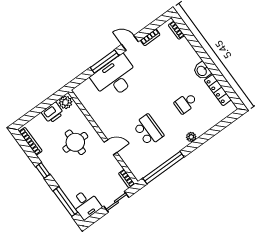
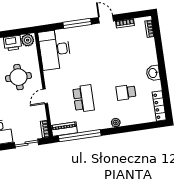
desk: (115, 77) -> (55, 50), moved, turned -90
locker: (218, 90) -> (159, 106), moved
door: (110, 147) -> (45, 96), swing flipped
piano: (145, 169) -> (64, 129), added

